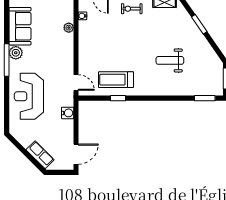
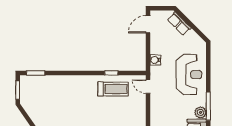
weight bench: (170, 60) -> (66, 106), removed

